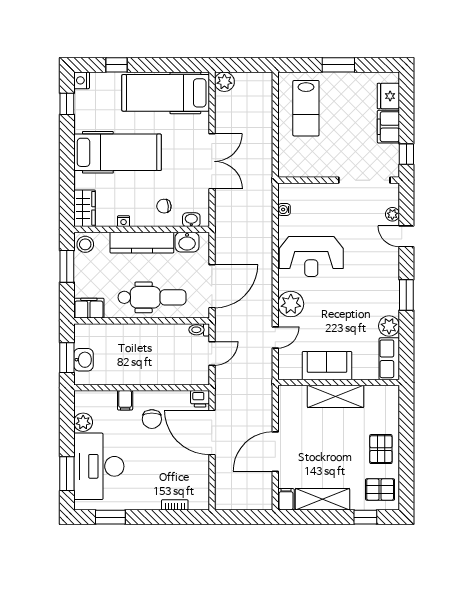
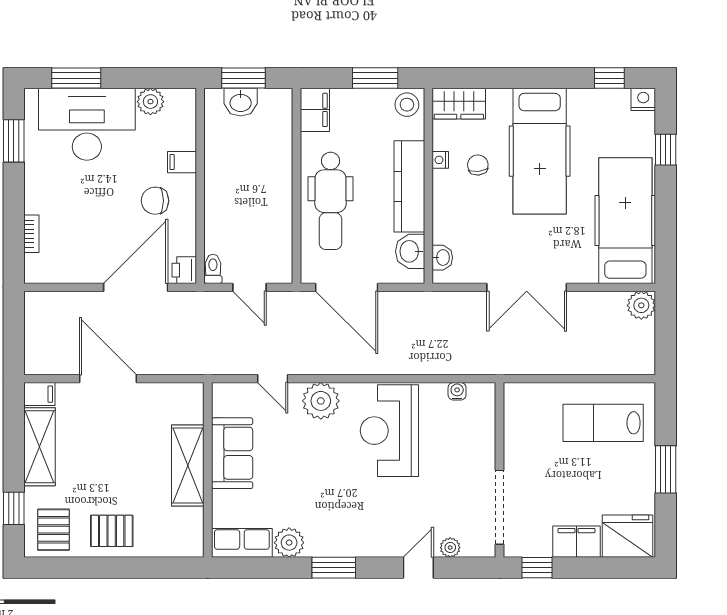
fridge: (388, 96) -> (627, 536), width x1.36, depth x1.34
chair: (164, 206) -> (478, 165), moved
toilet: (199, 330) -> (213, 269), moved

